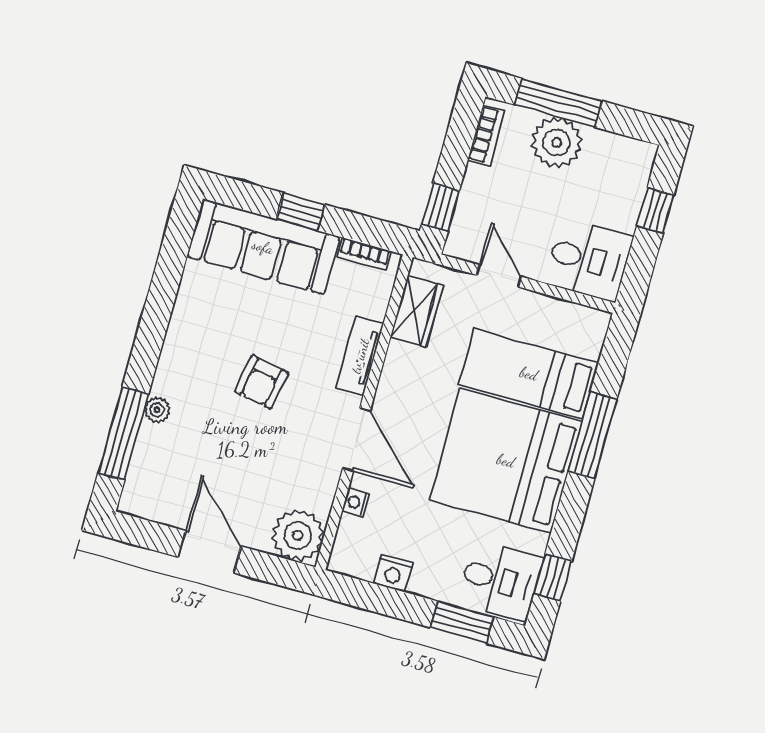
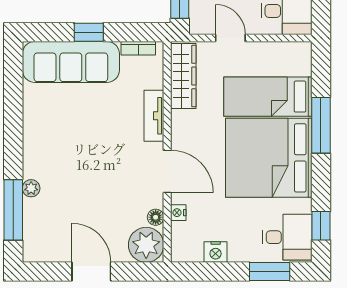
wardrobe: (417, 311) -> (183, 76), width x1.50
armchair: (261, 382) -> (94, 151), removed
floor lamp: (322, 500) -> (156, 217), added

